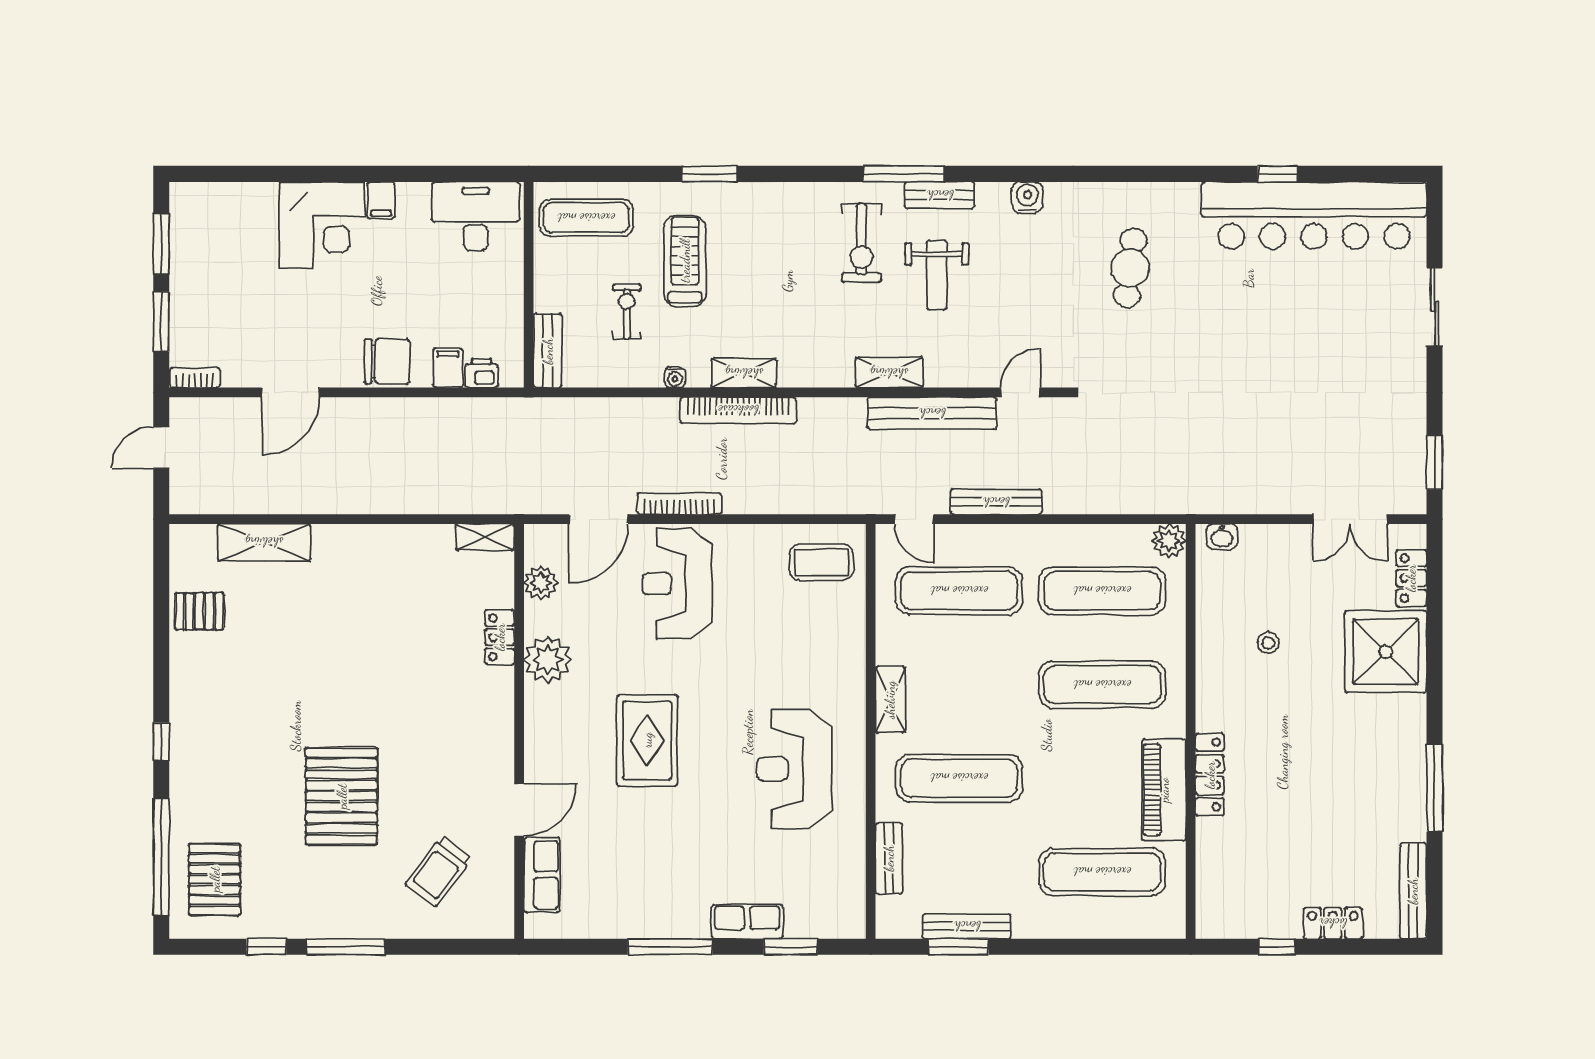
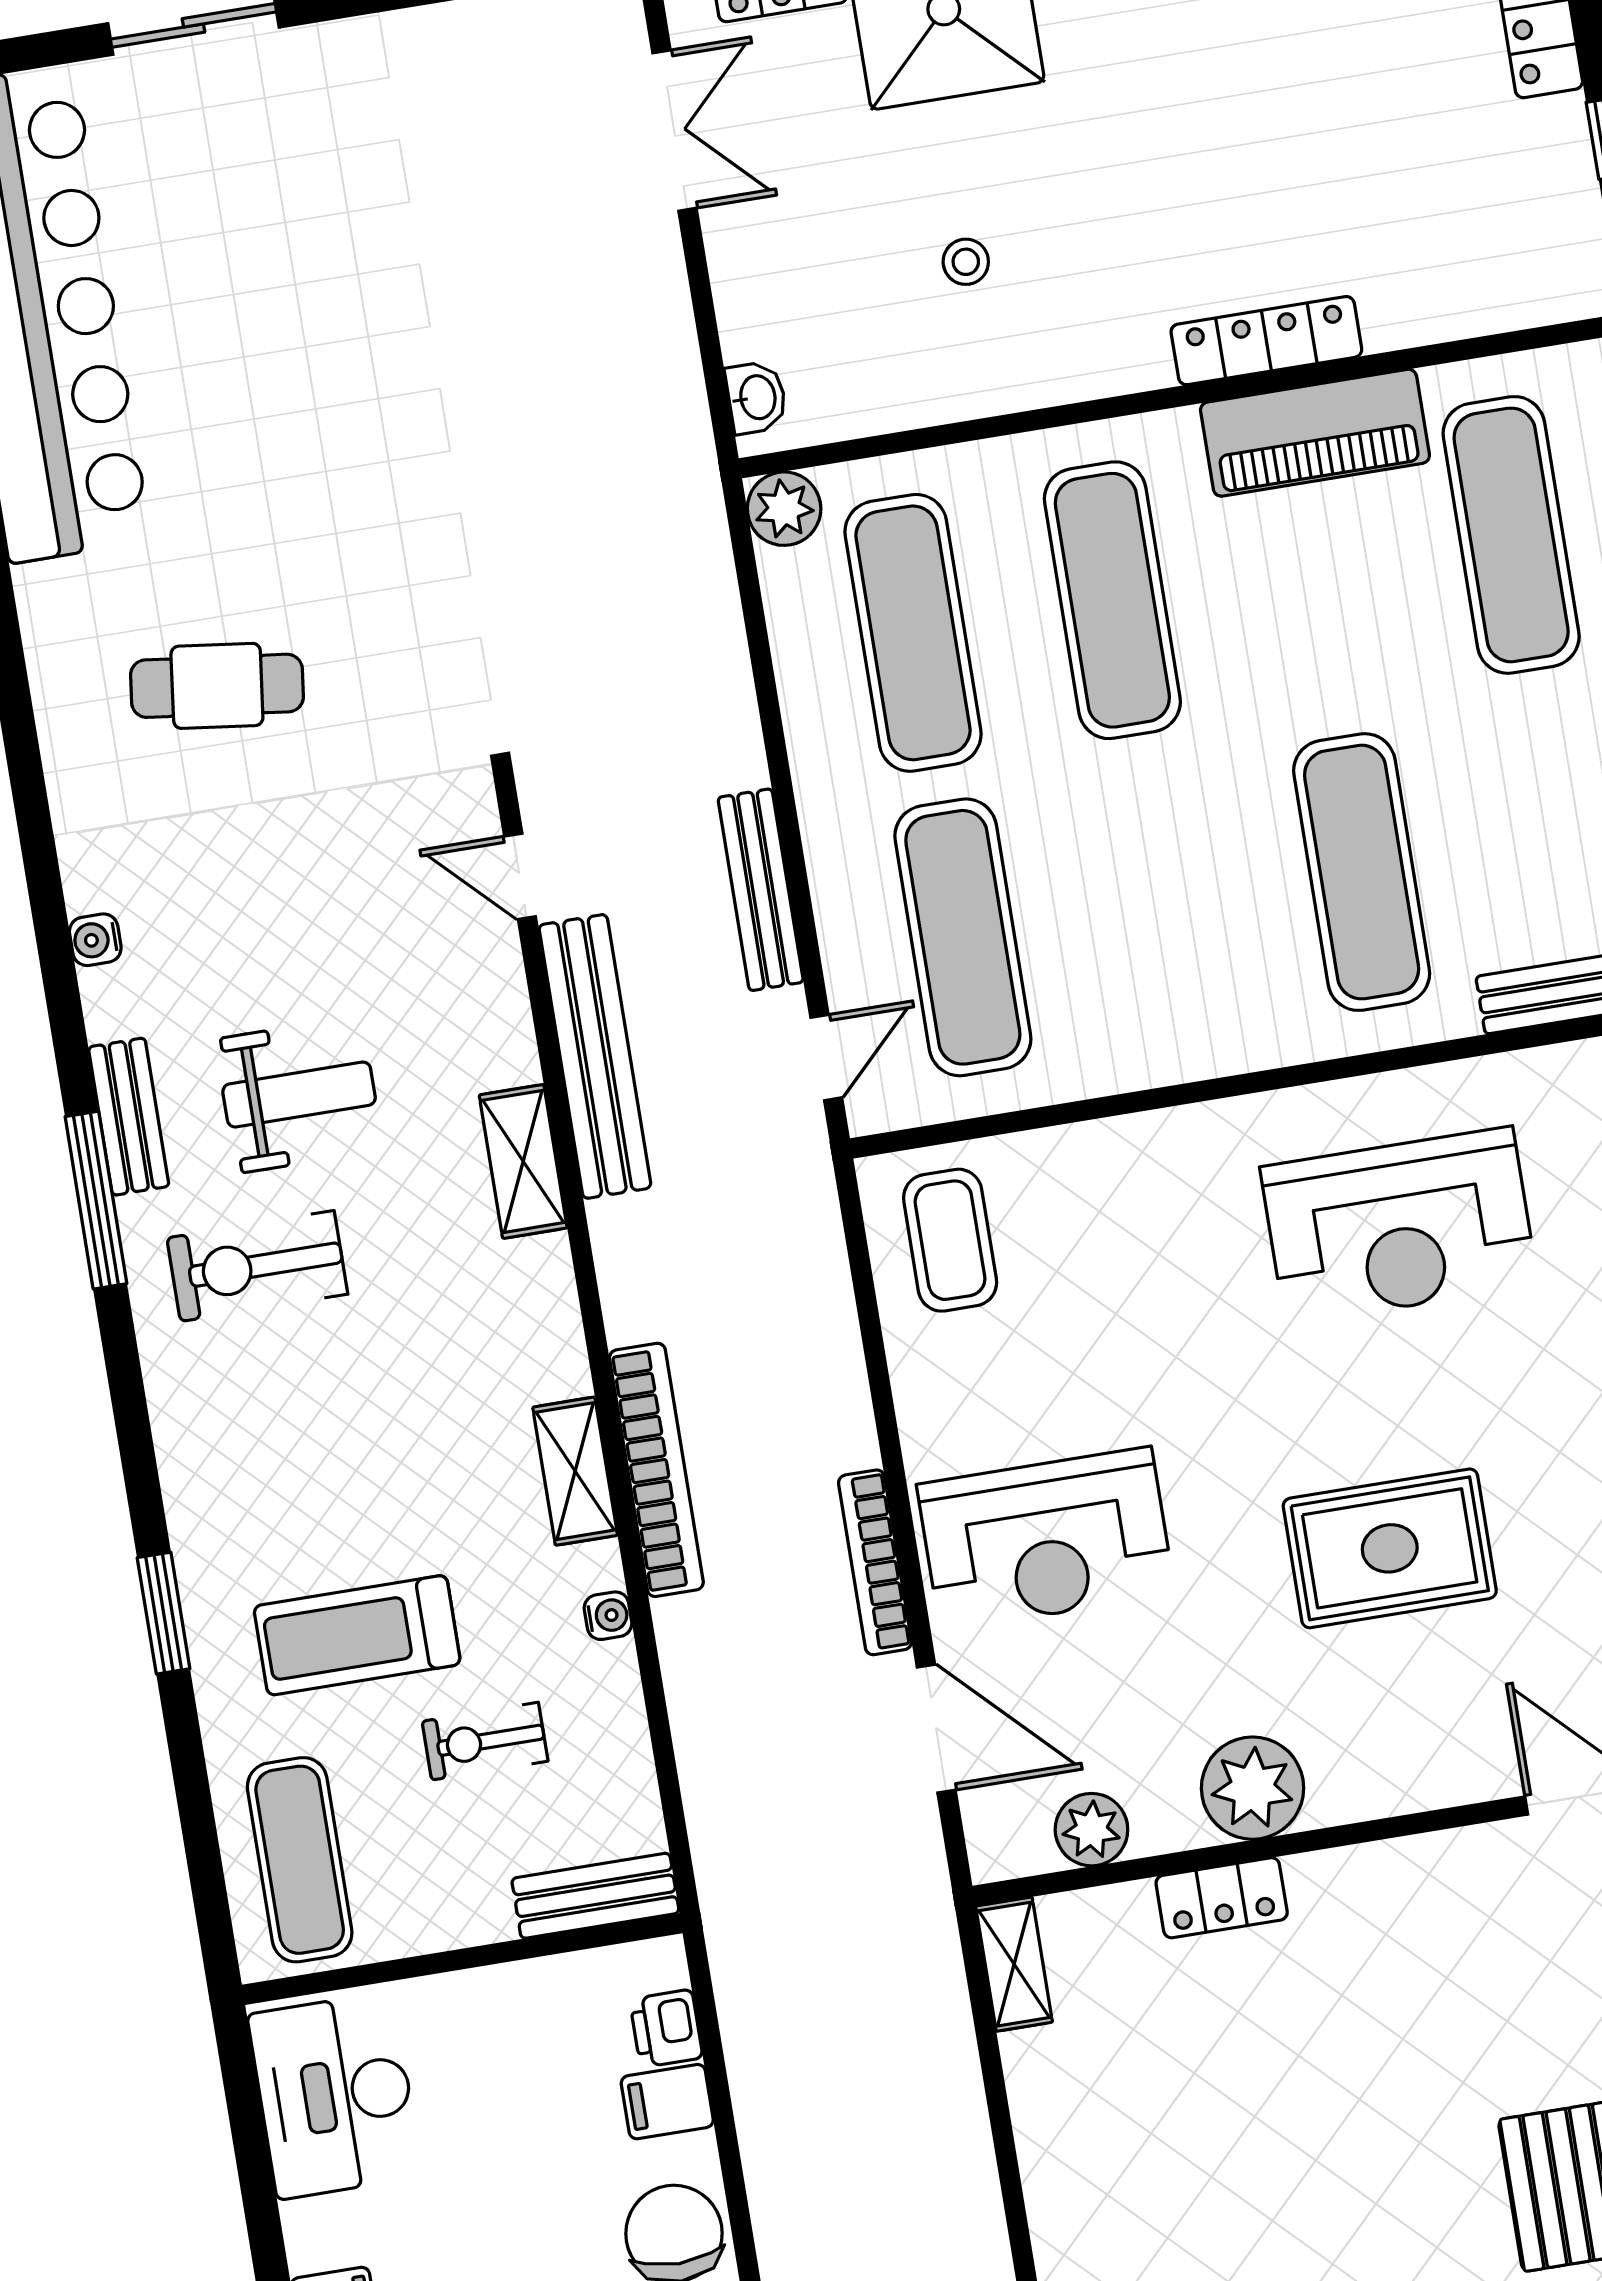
water cooler: (1027, 197) -> (95, 940), width x0.72, depth x0.72
exercise bike: (861, 243) -> (257, 1266), turned 180
shelving: (890, 700) -> (1218, 1045), removed

